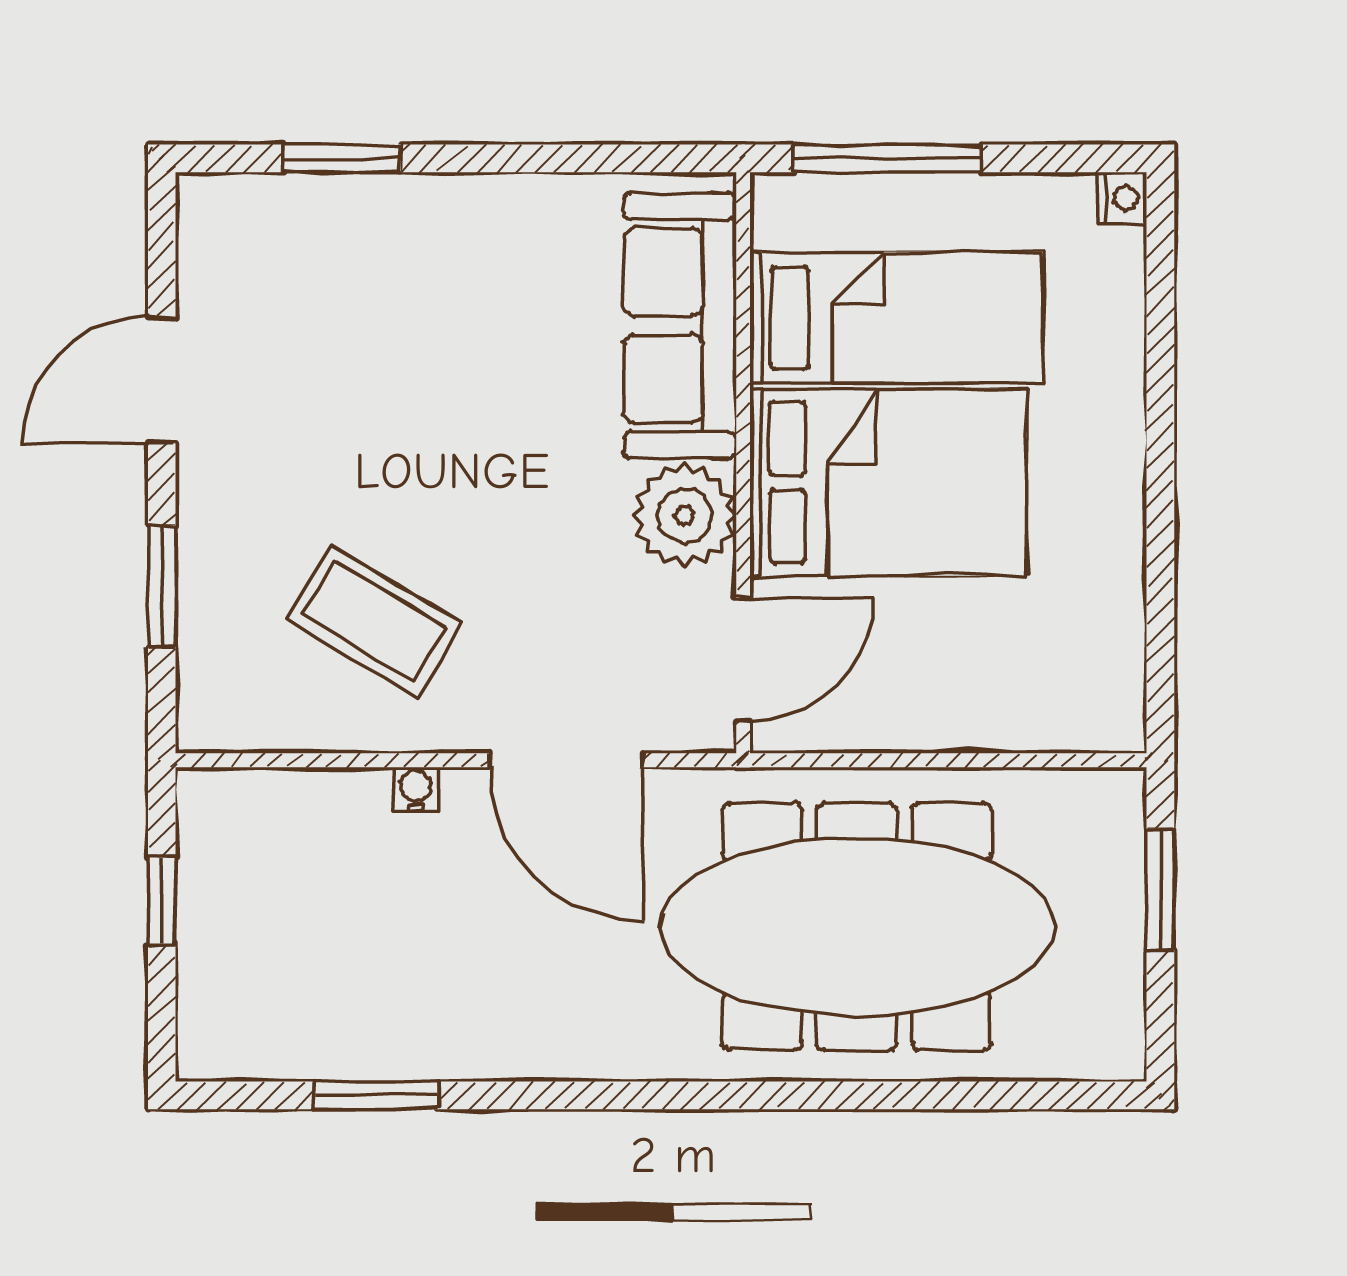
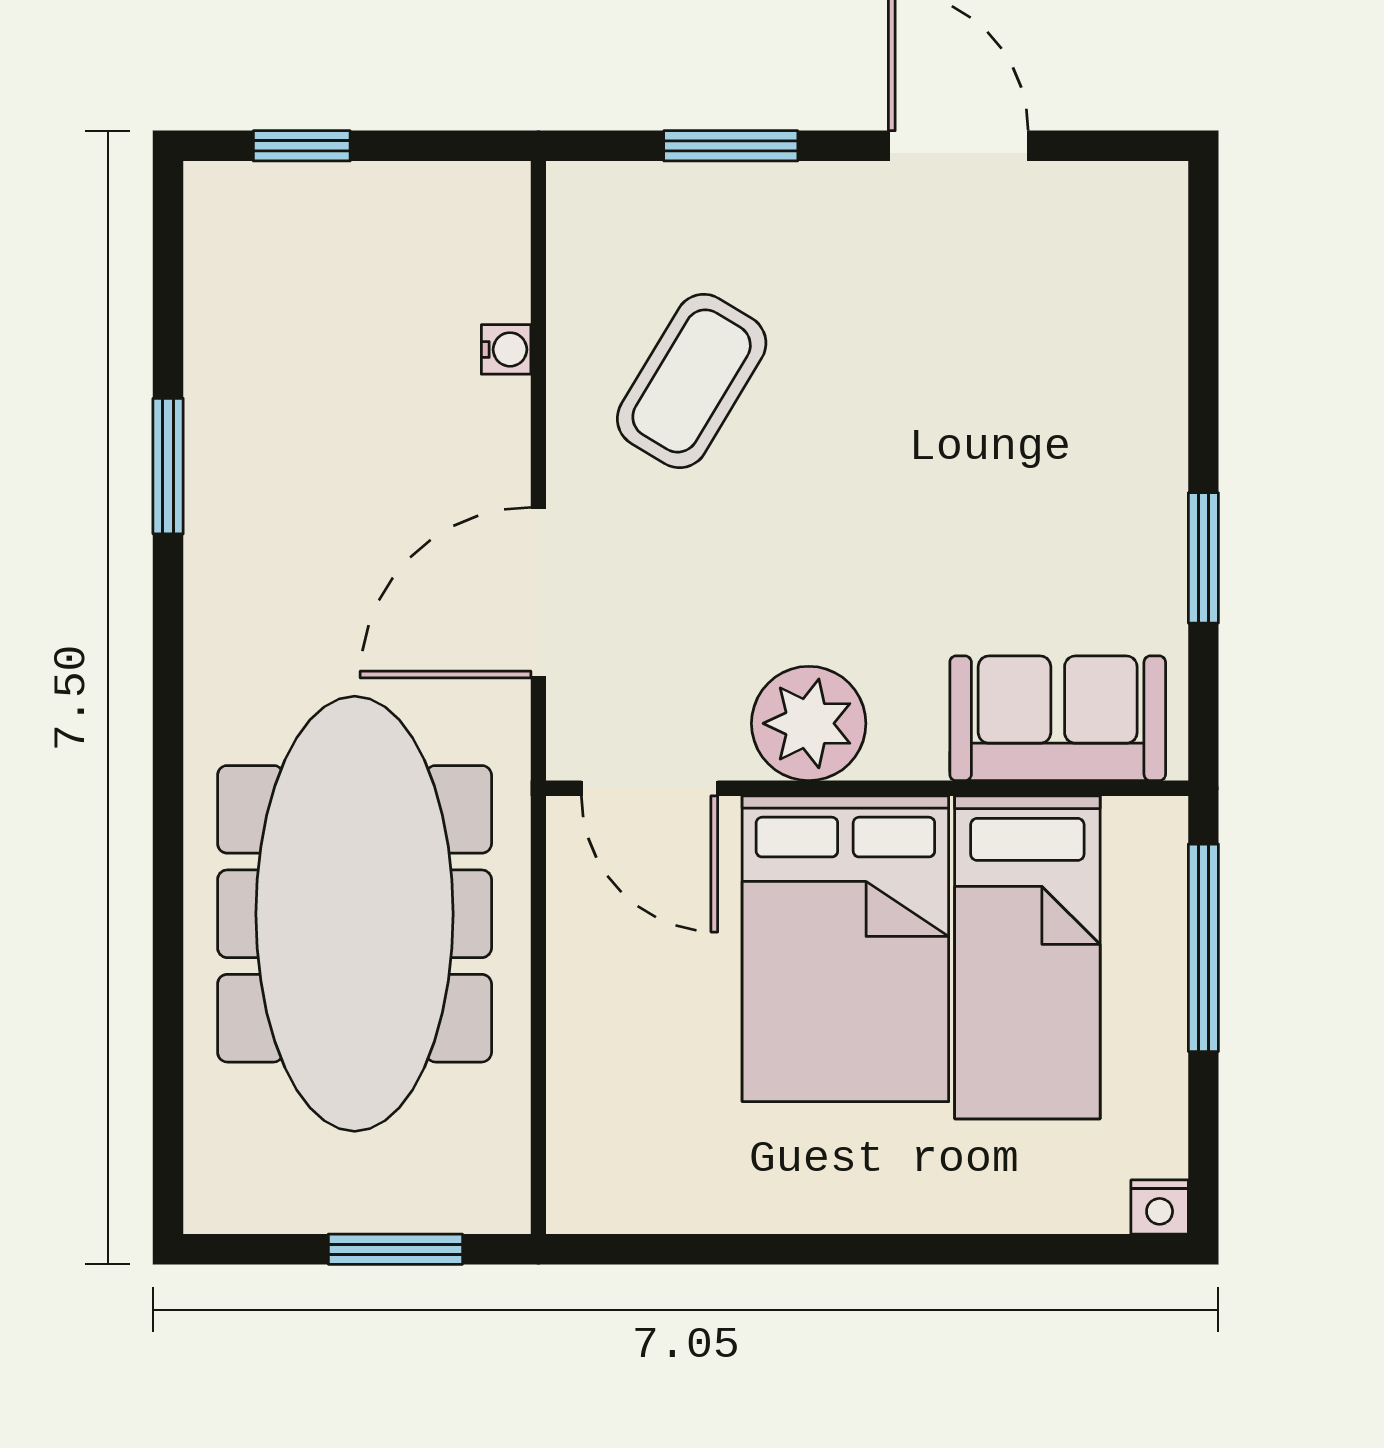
window: (341, 158) -> (1203, 558), moved
sofa: (680, 325) -> (1058, 718), width x0.73
water cooler: (416, 789) -> (506, 349), moved
window: (162, 900) -> (302, 146), moved
window: (375, 1095) -> (168, 466), moved

